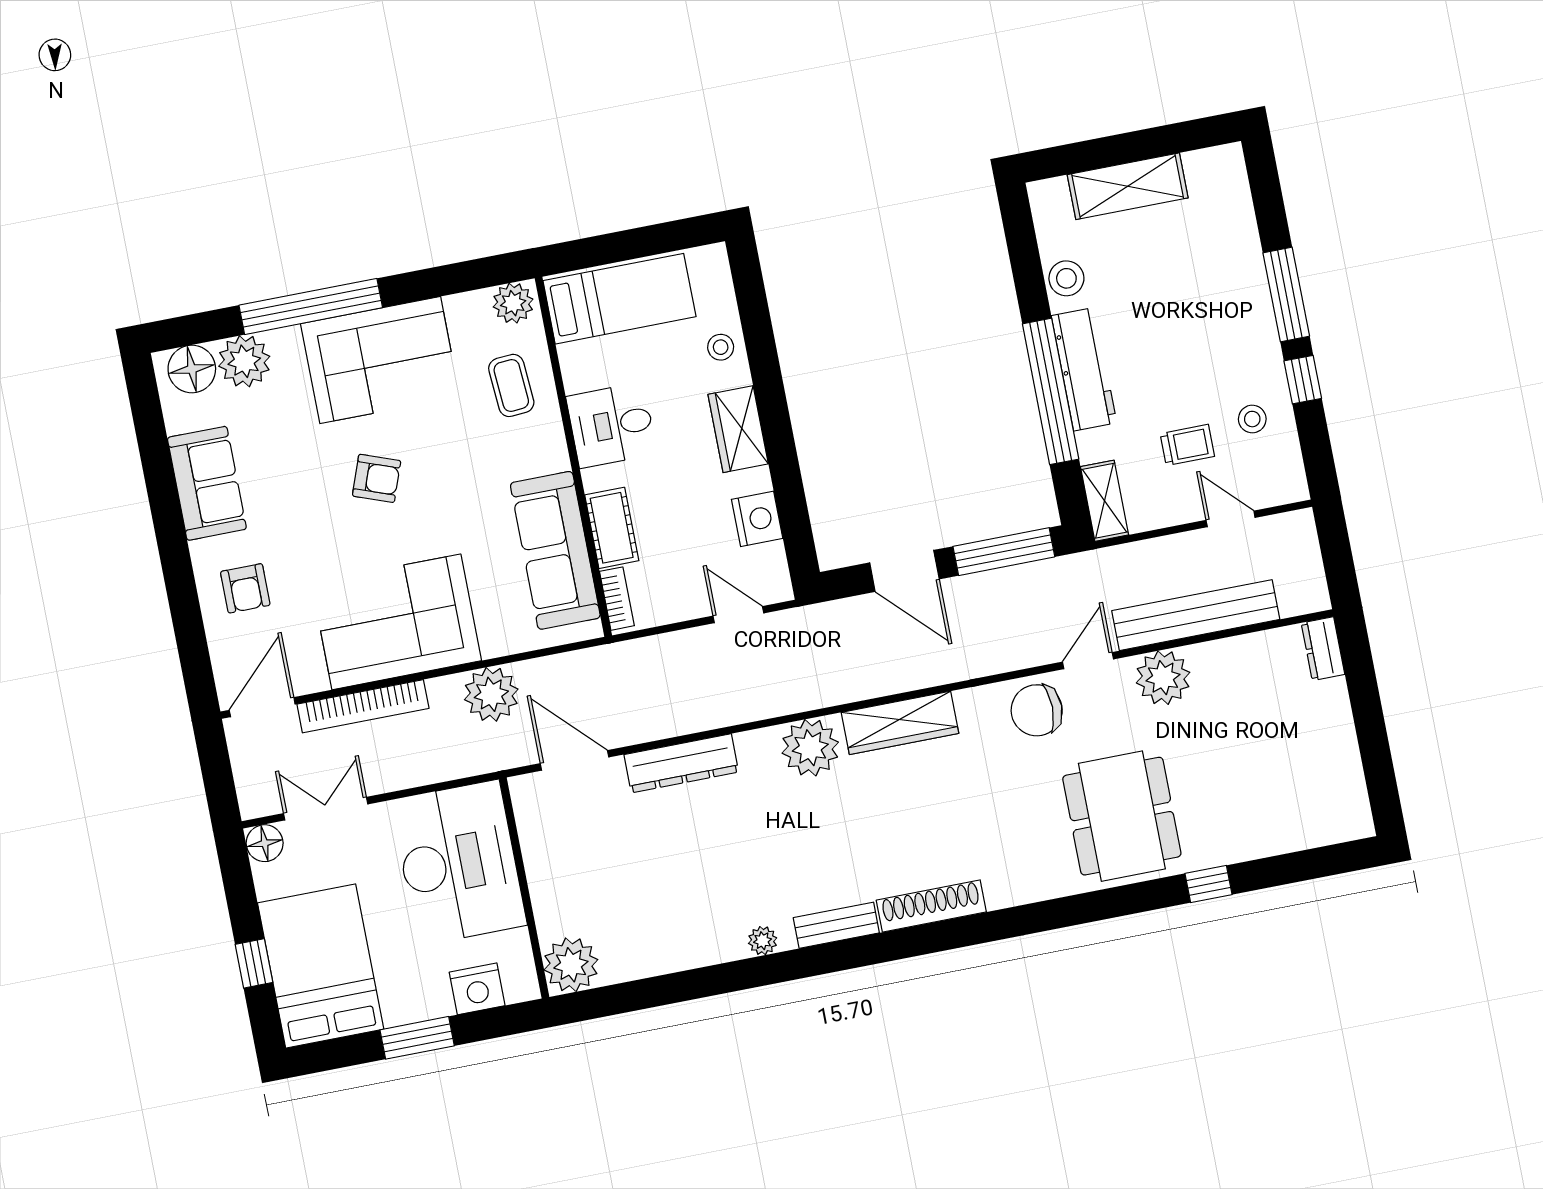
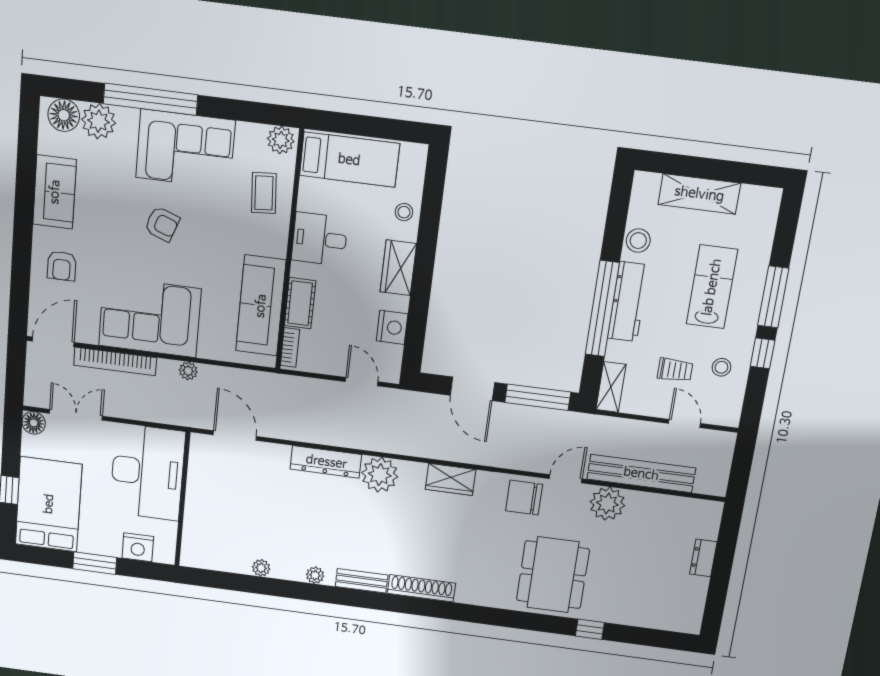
lab bench: (1195, 309) -> (712, 287), added
dresser: (1323, 649) -> (703, 558), moved
plant: (491, 694) -> (188, 371), width x0.53, depth x0.53
wardrobe: (900, 723) -> (451, 479), width x0.67
dresser: (681, 763) -> (326, 462), moved
plant: (571, 965) -> (261, 568), moved, width x0.53, depth x0.53

